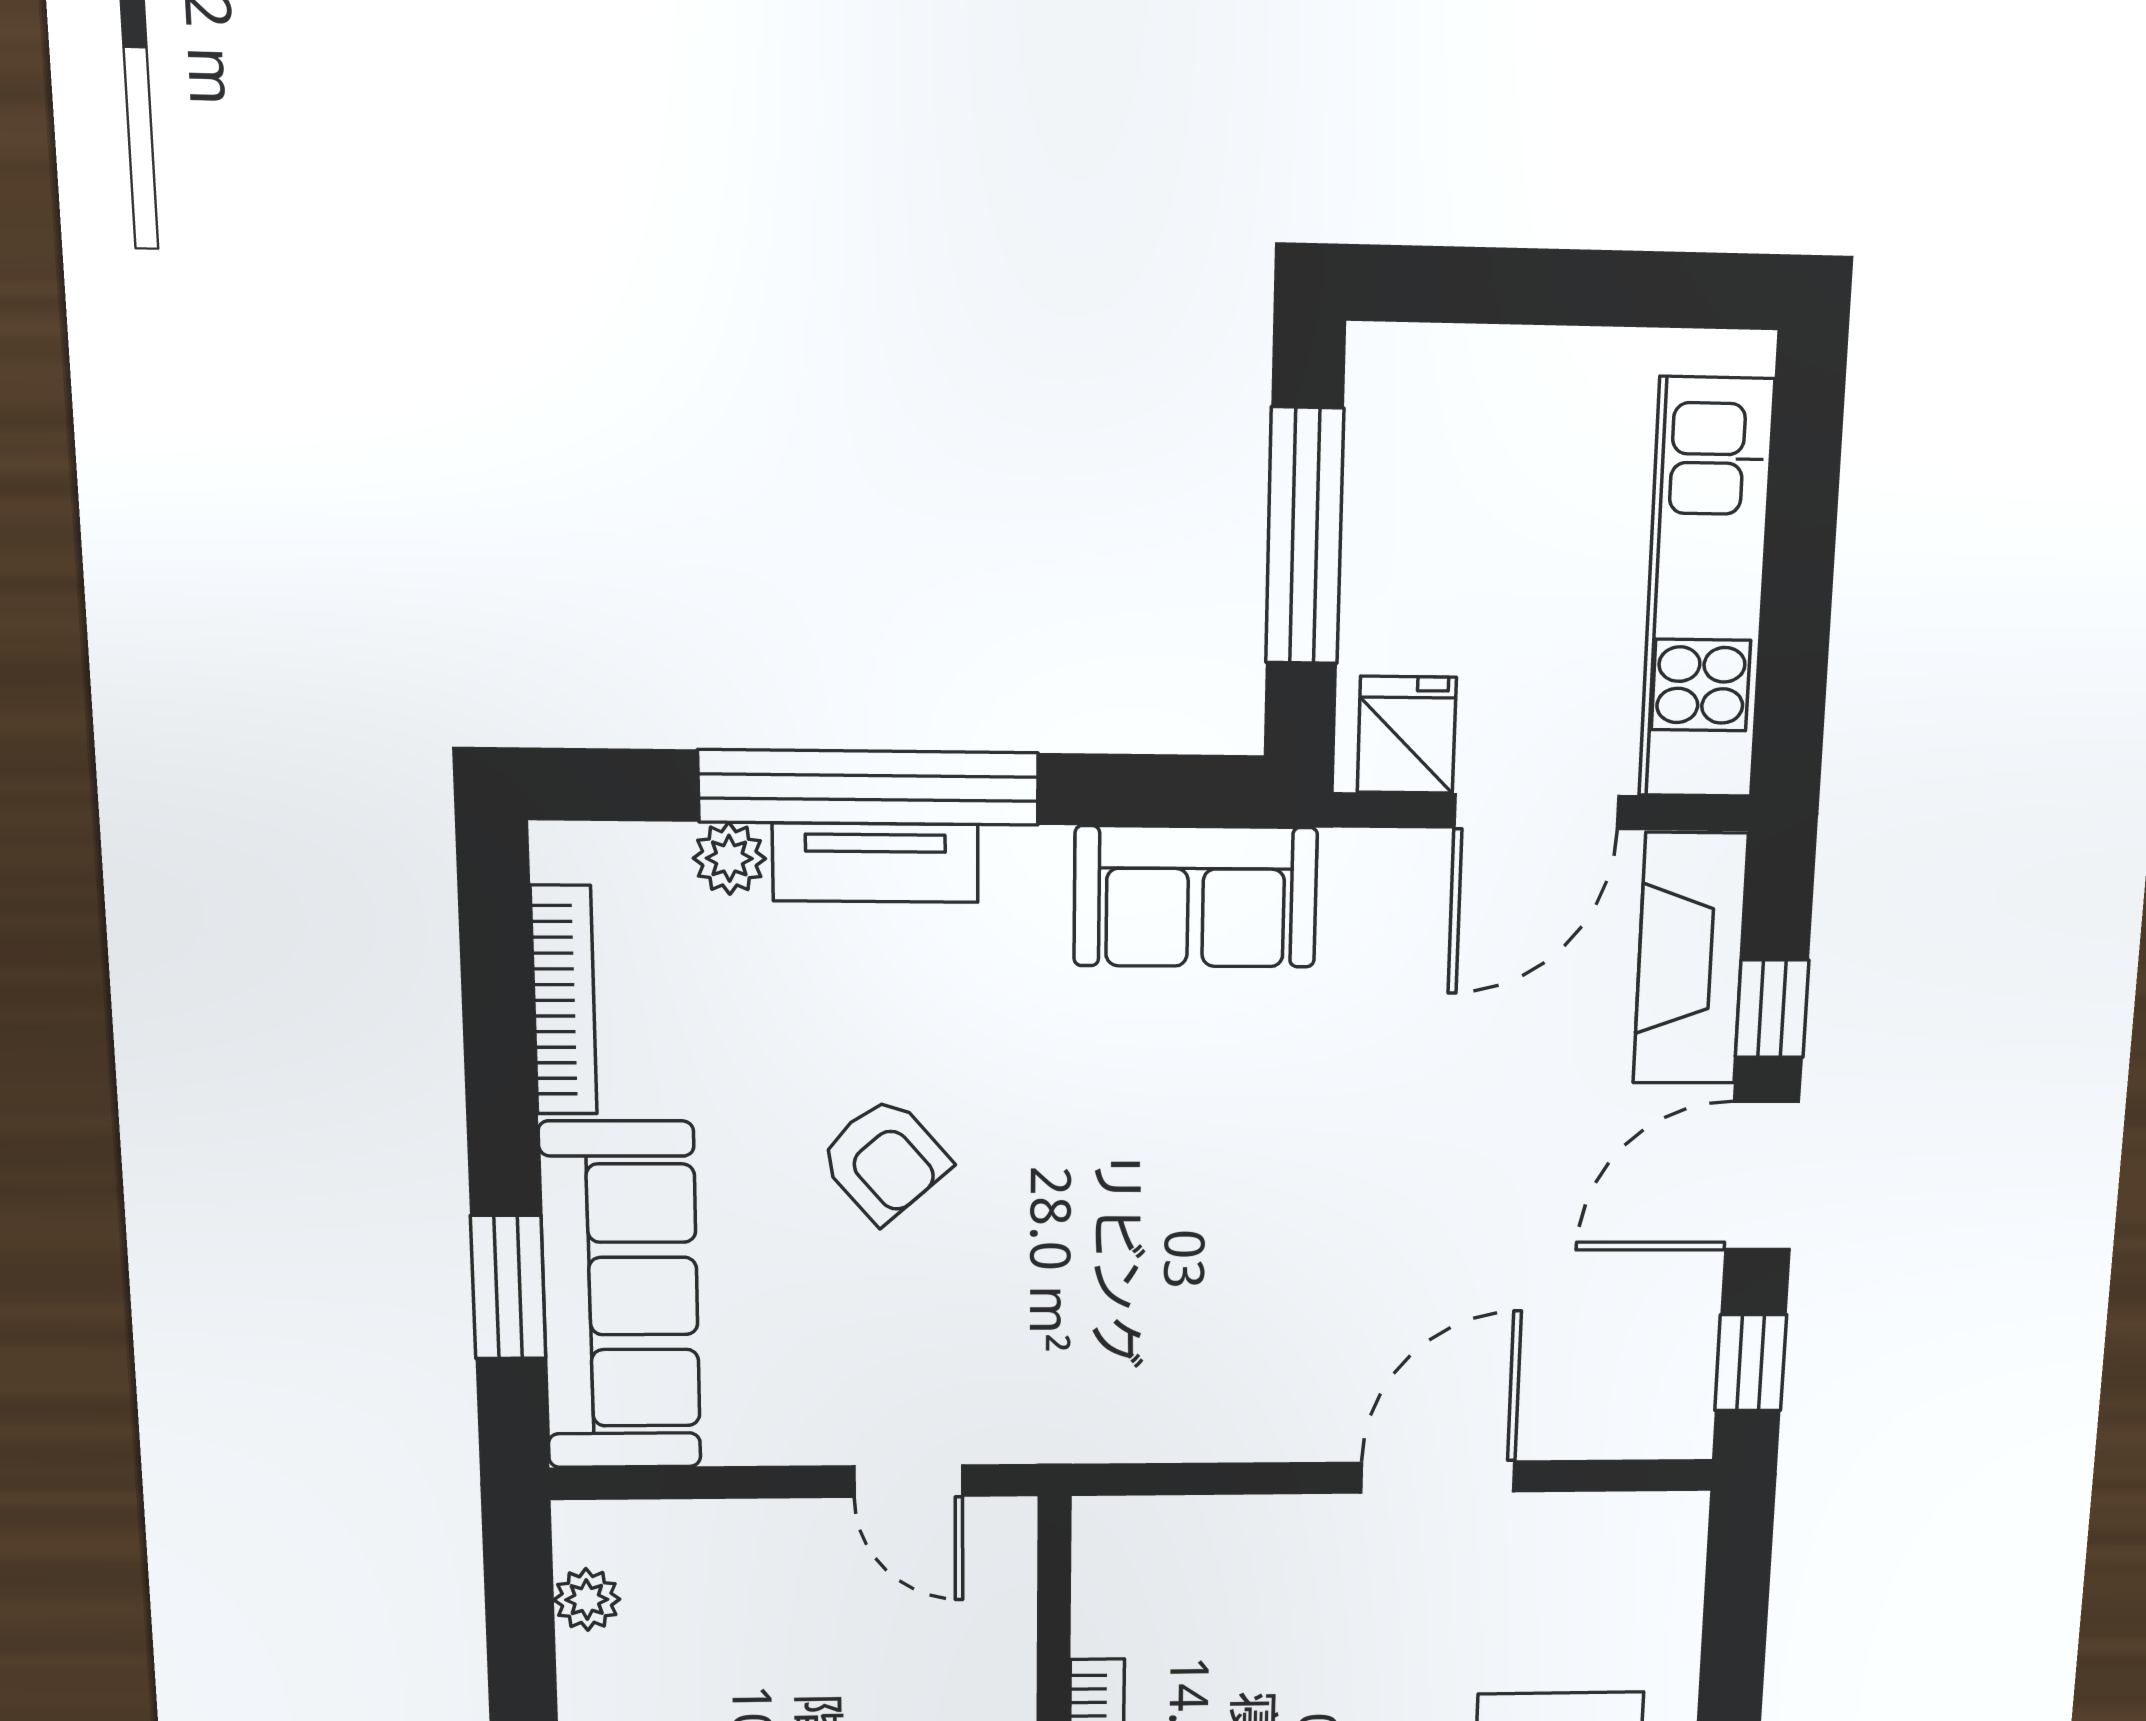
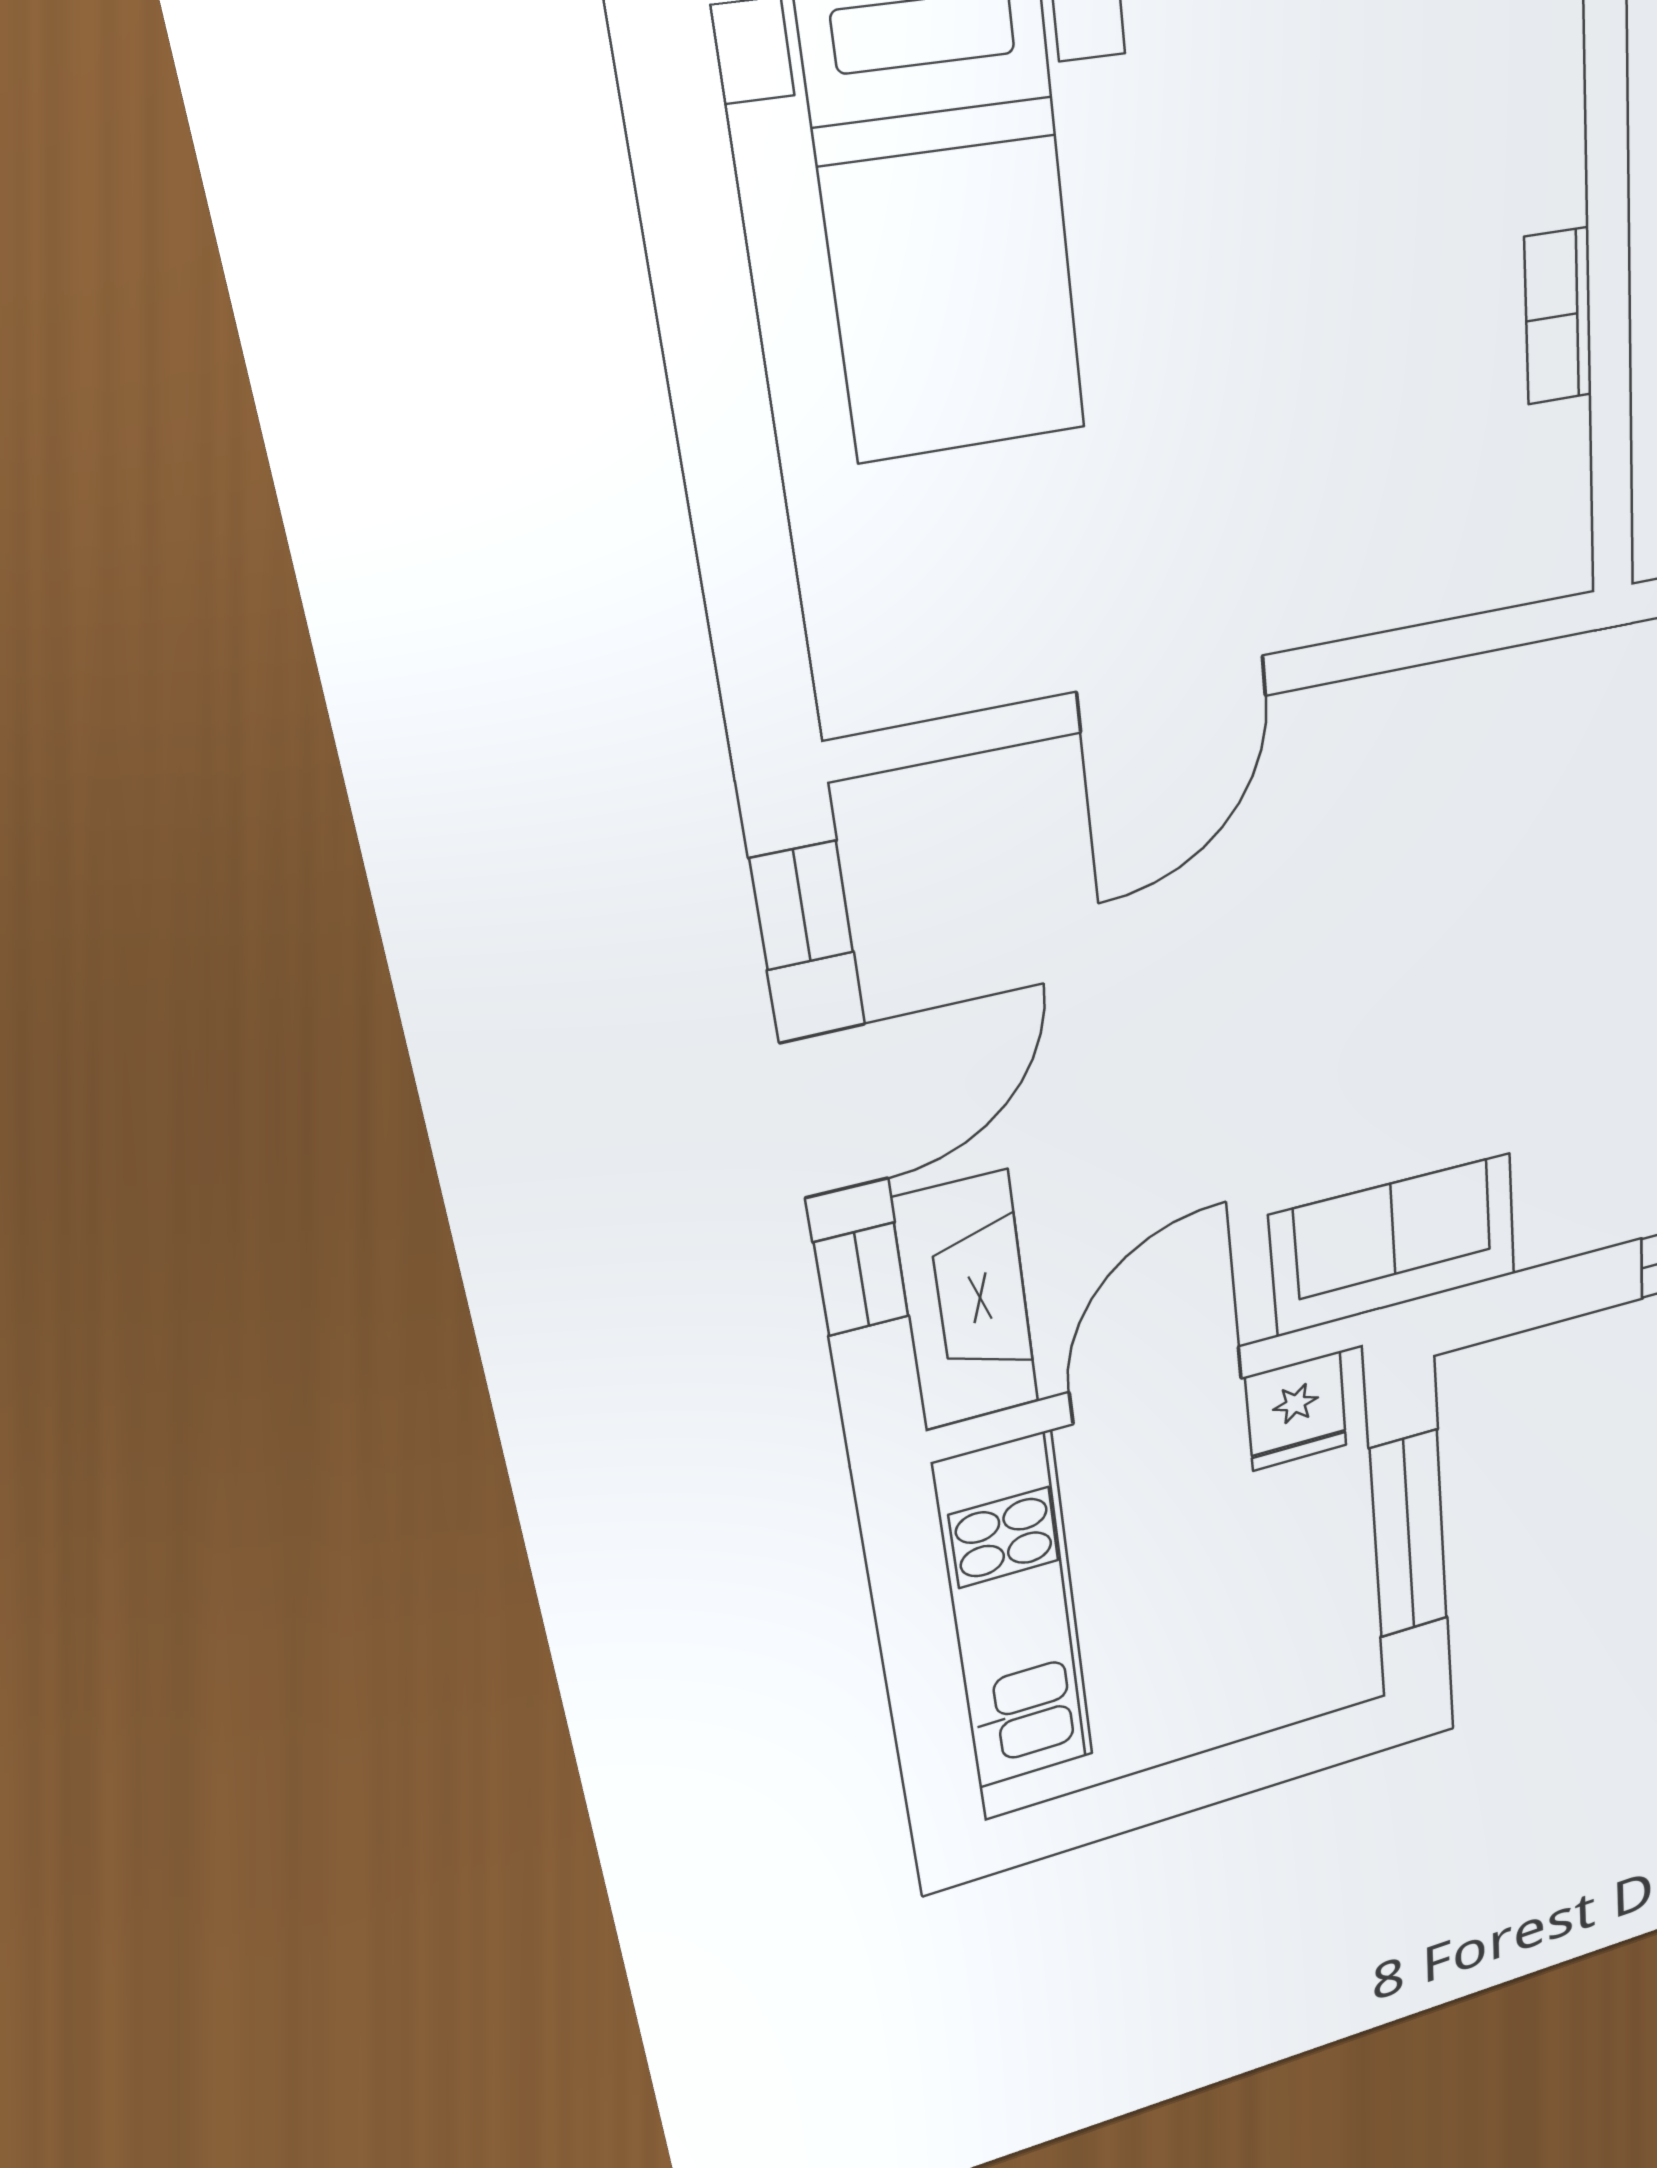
sofa: (1195, 897) -> (1394, 1245), moved

